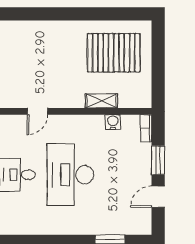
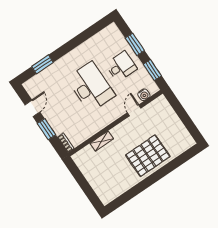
pallet: (114, 53) -> (148, 156), moved
water cooler: (113, 122) -> (144, 95), moved

